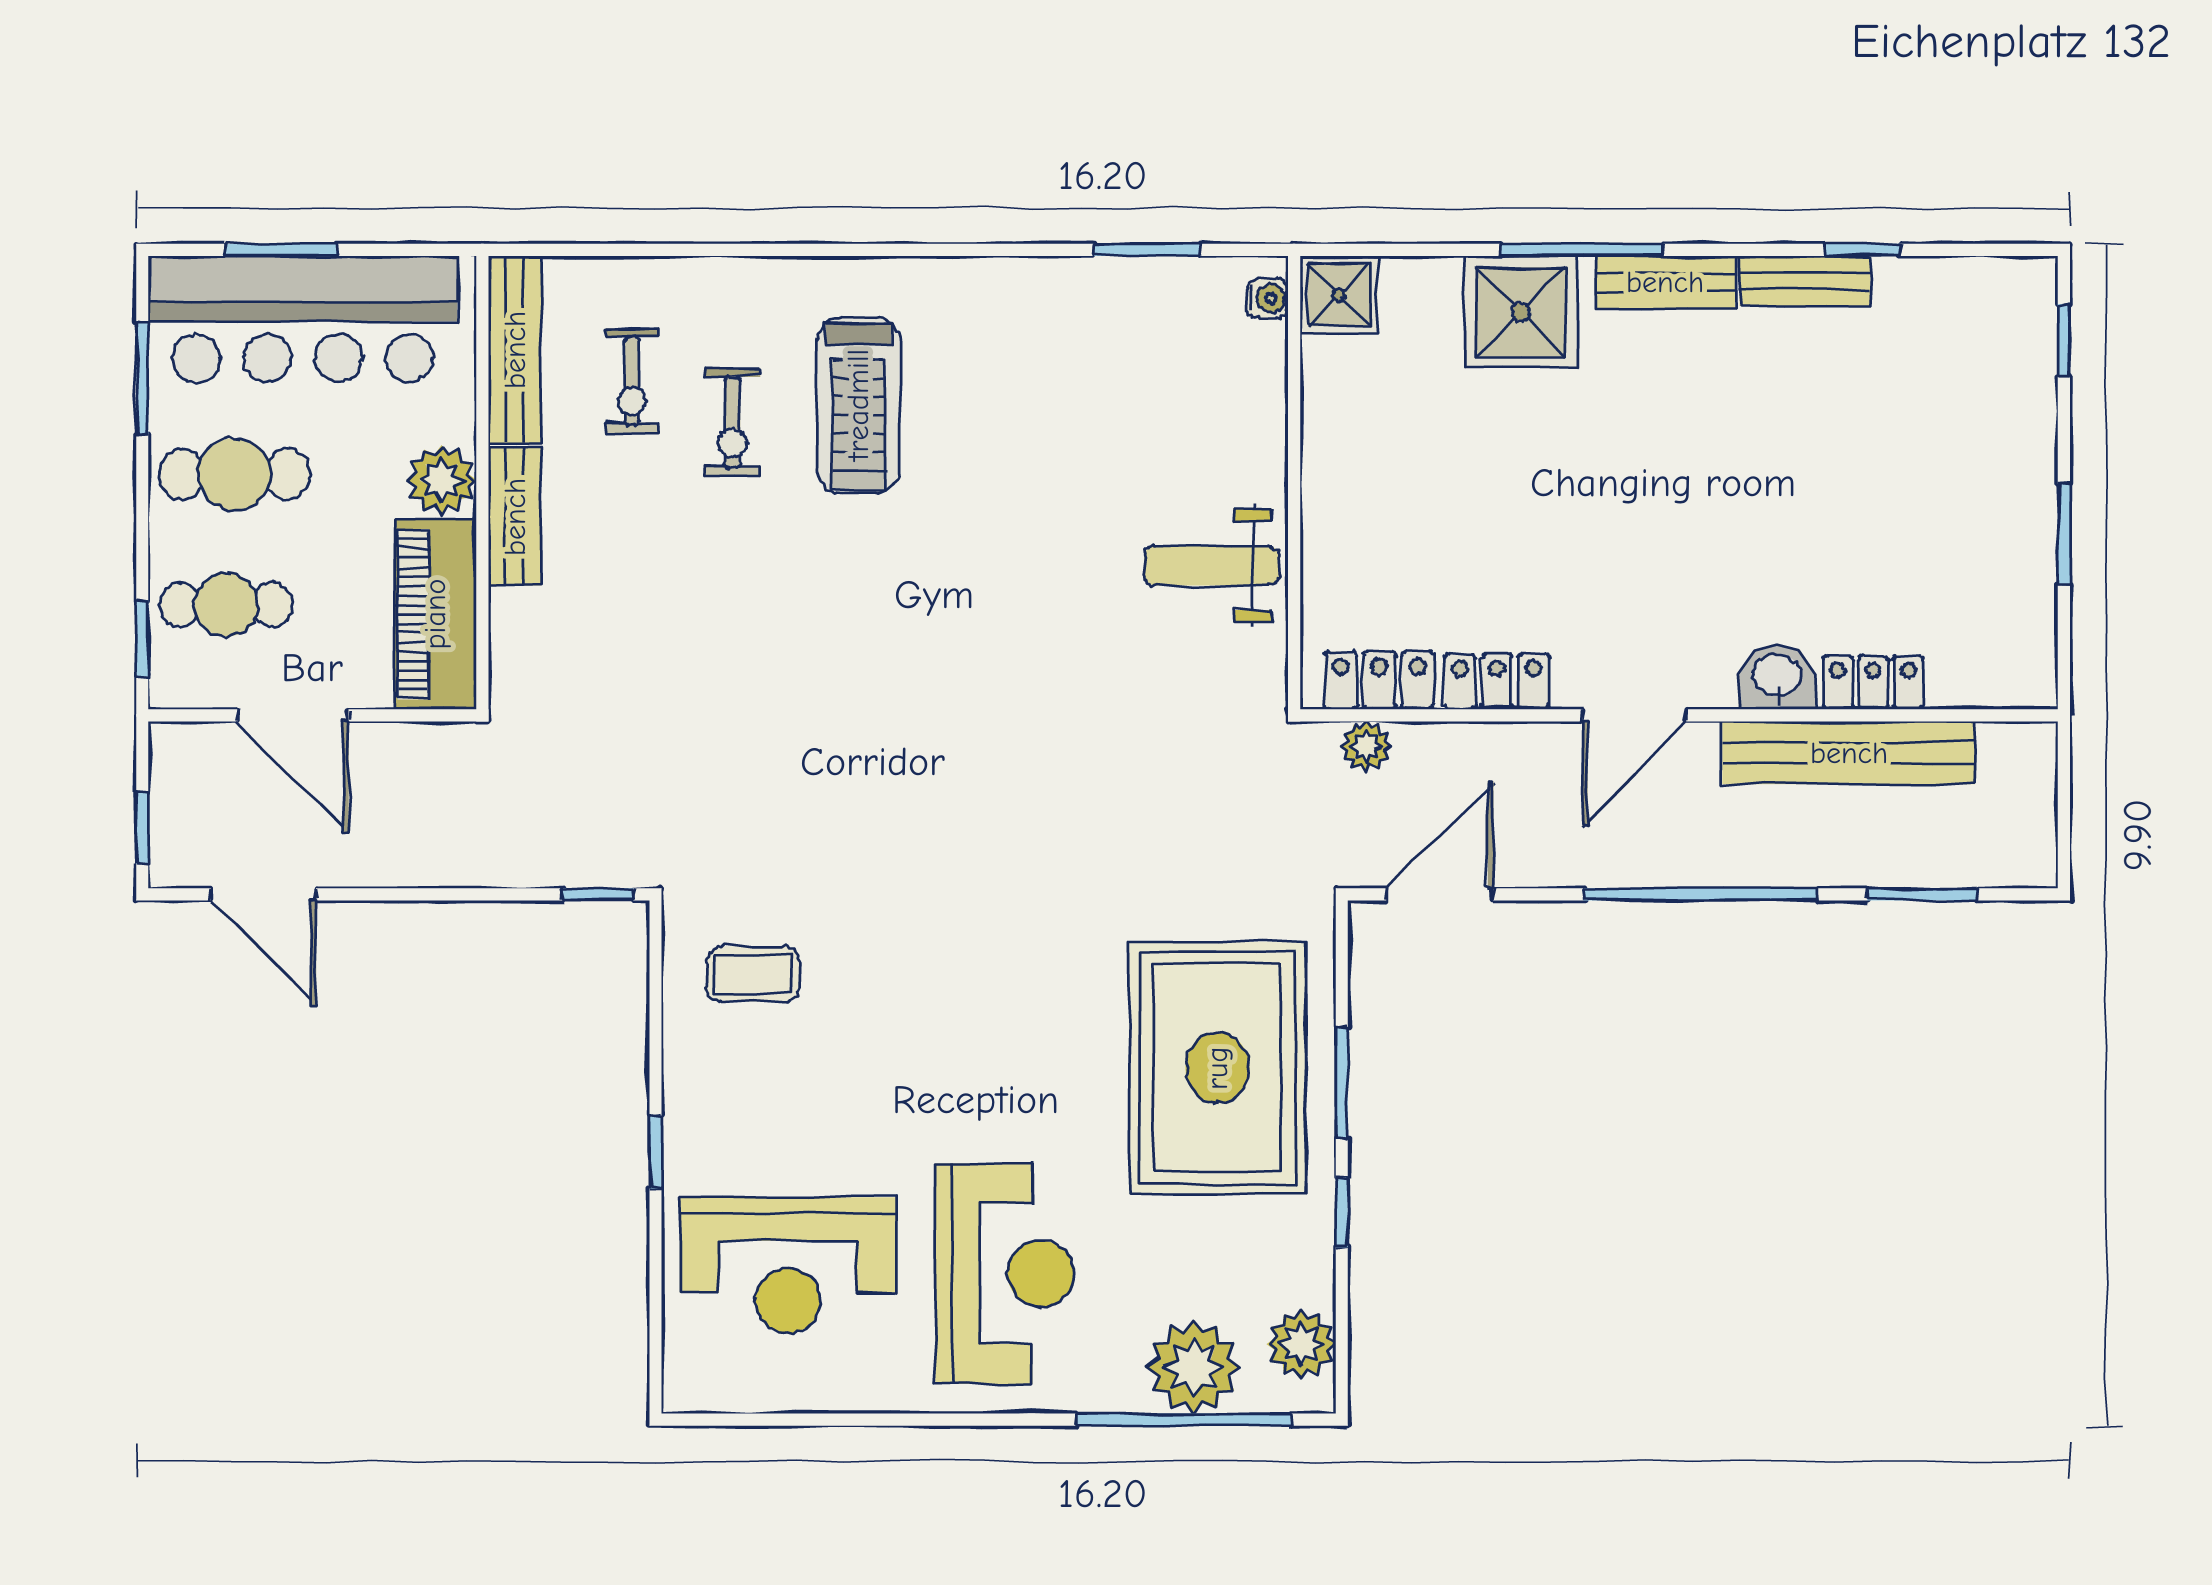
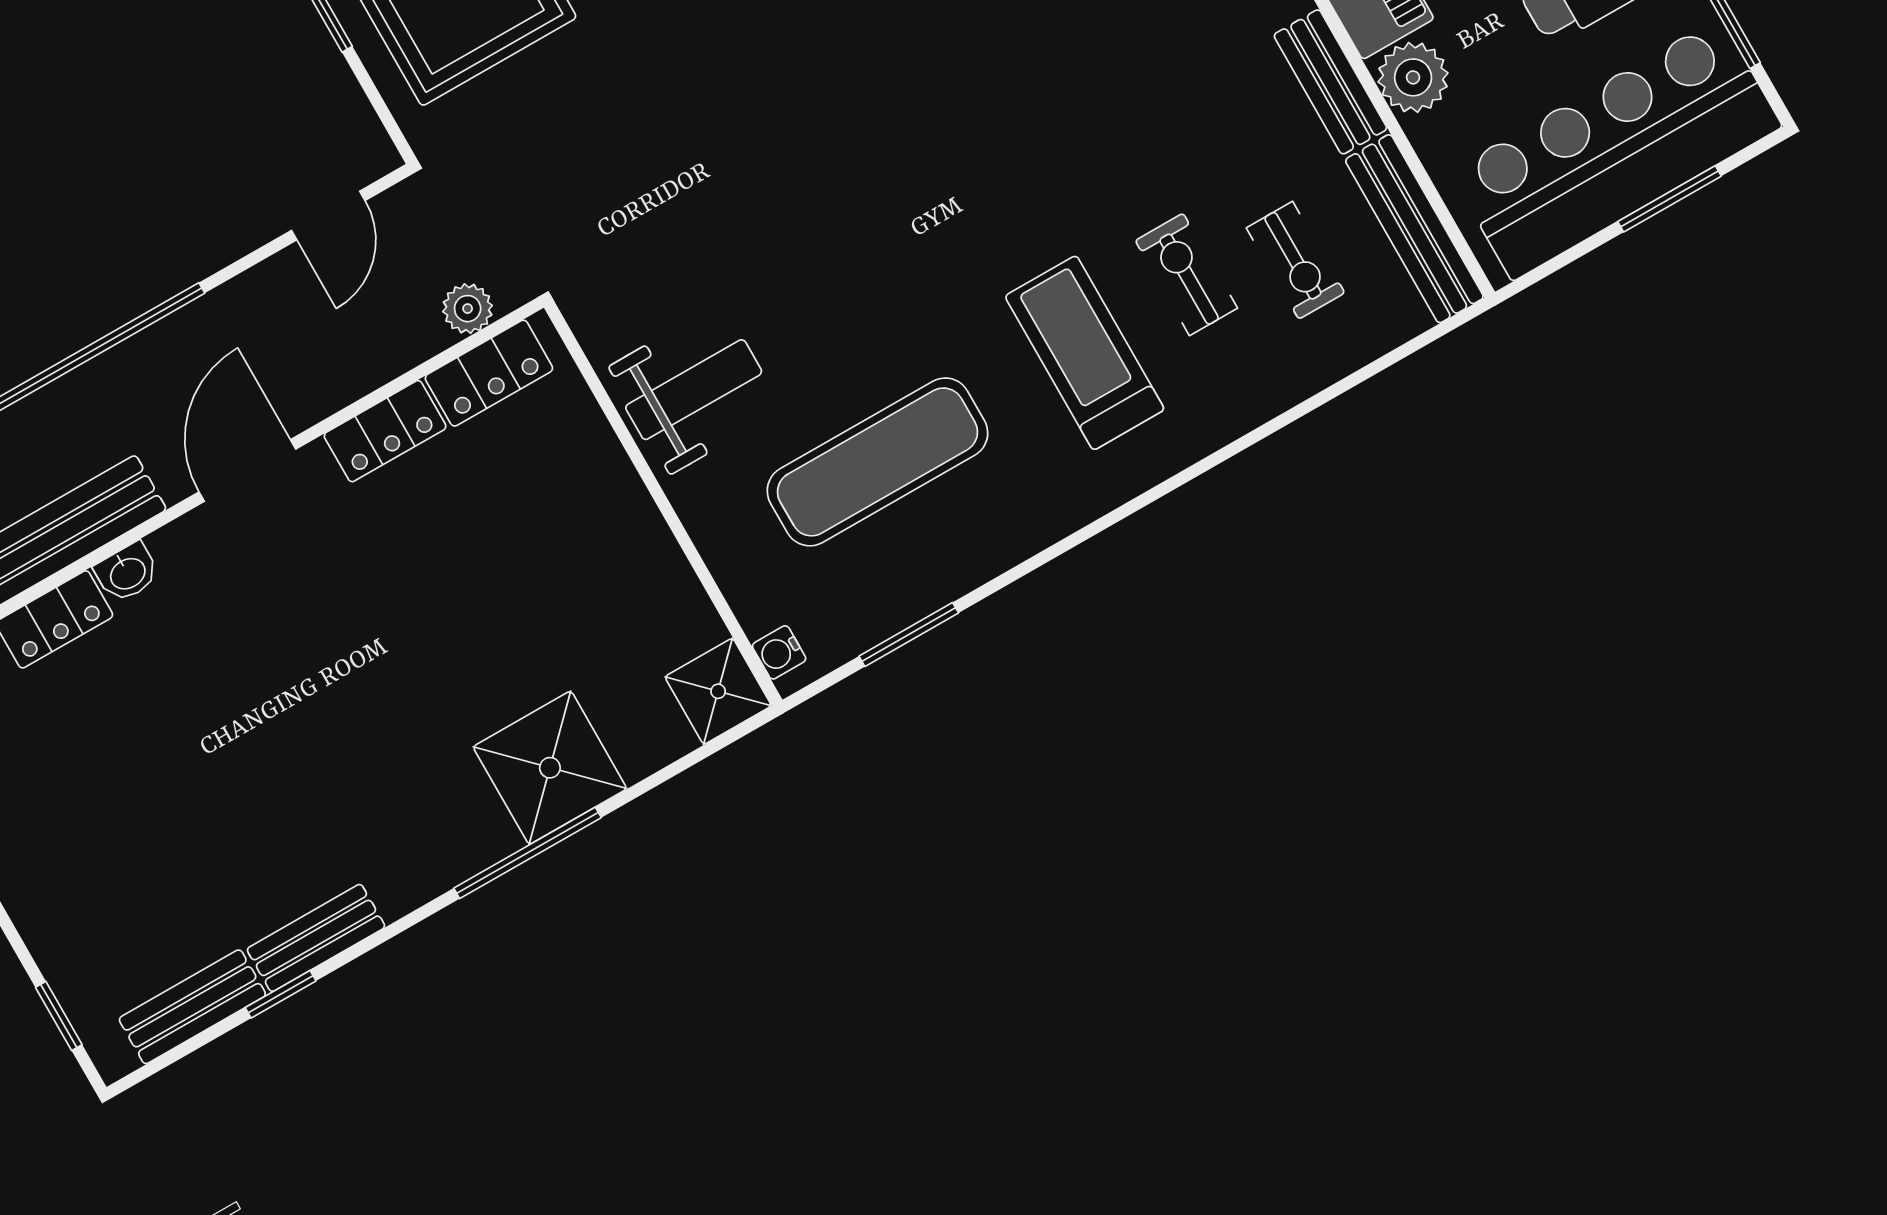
bench: (1665, 282) -> (192, 1007), moved
exercise bike: (632, 381) -> (1296, 260), turned 180
exercise mat: (1090, 413) -> (878, 462), added
washbasin: (1777, 677) -> (127, 573), width x0.72, depth x0.69
door: (1440, 894) -> (328, 215), width x0.73

